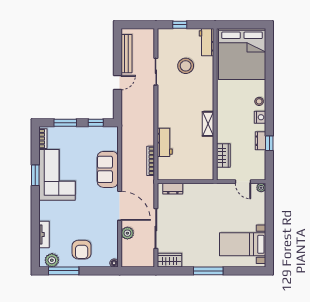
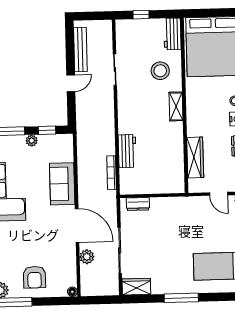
stool: (186, 66) -> (160, 71), moved
shelving: (208, 124) -> (176, 106), moved
plant: (82, 131) -> (32, 141), added
wardrobe: (223, 156) -> (195, 157), width x1.50

